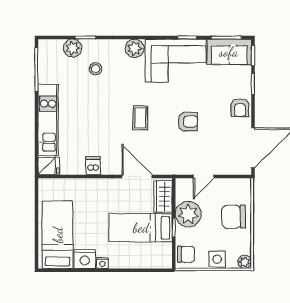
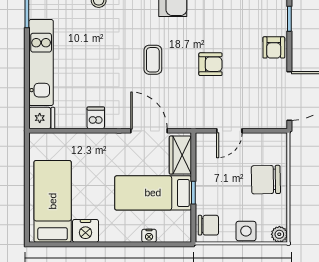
plant: (188, 214) -> (211, 176), removed
nightstand: (102, 263) -> (149, 236), moved

